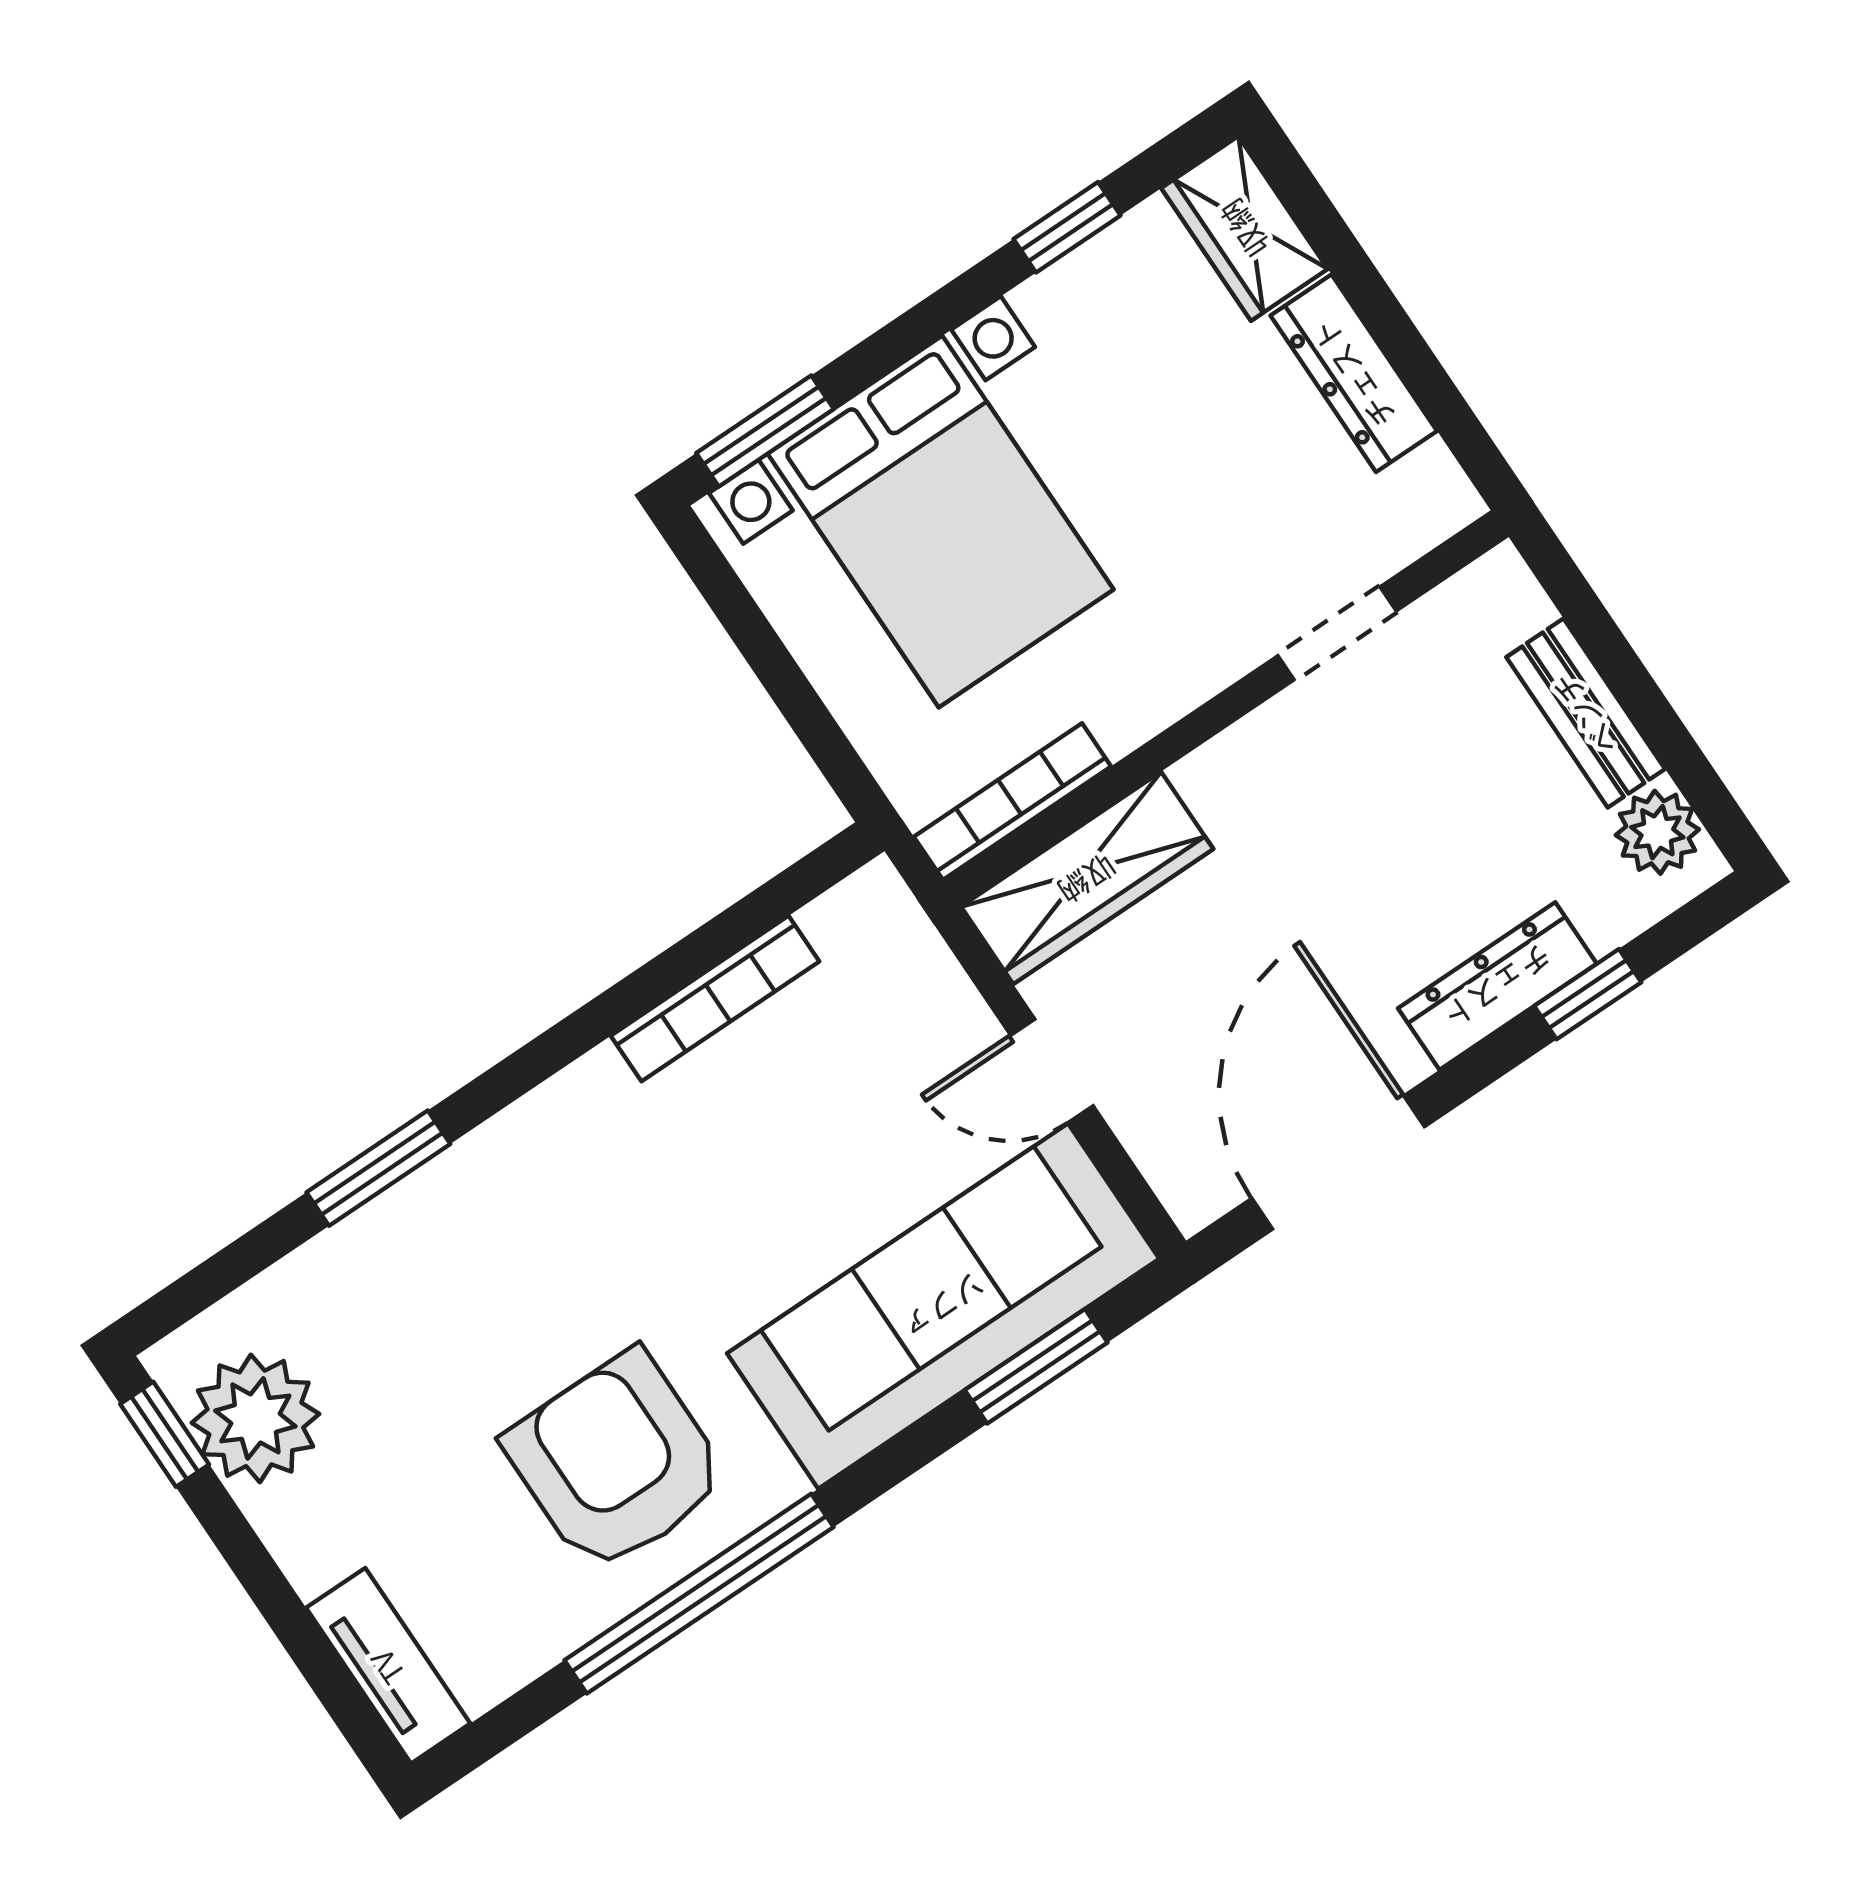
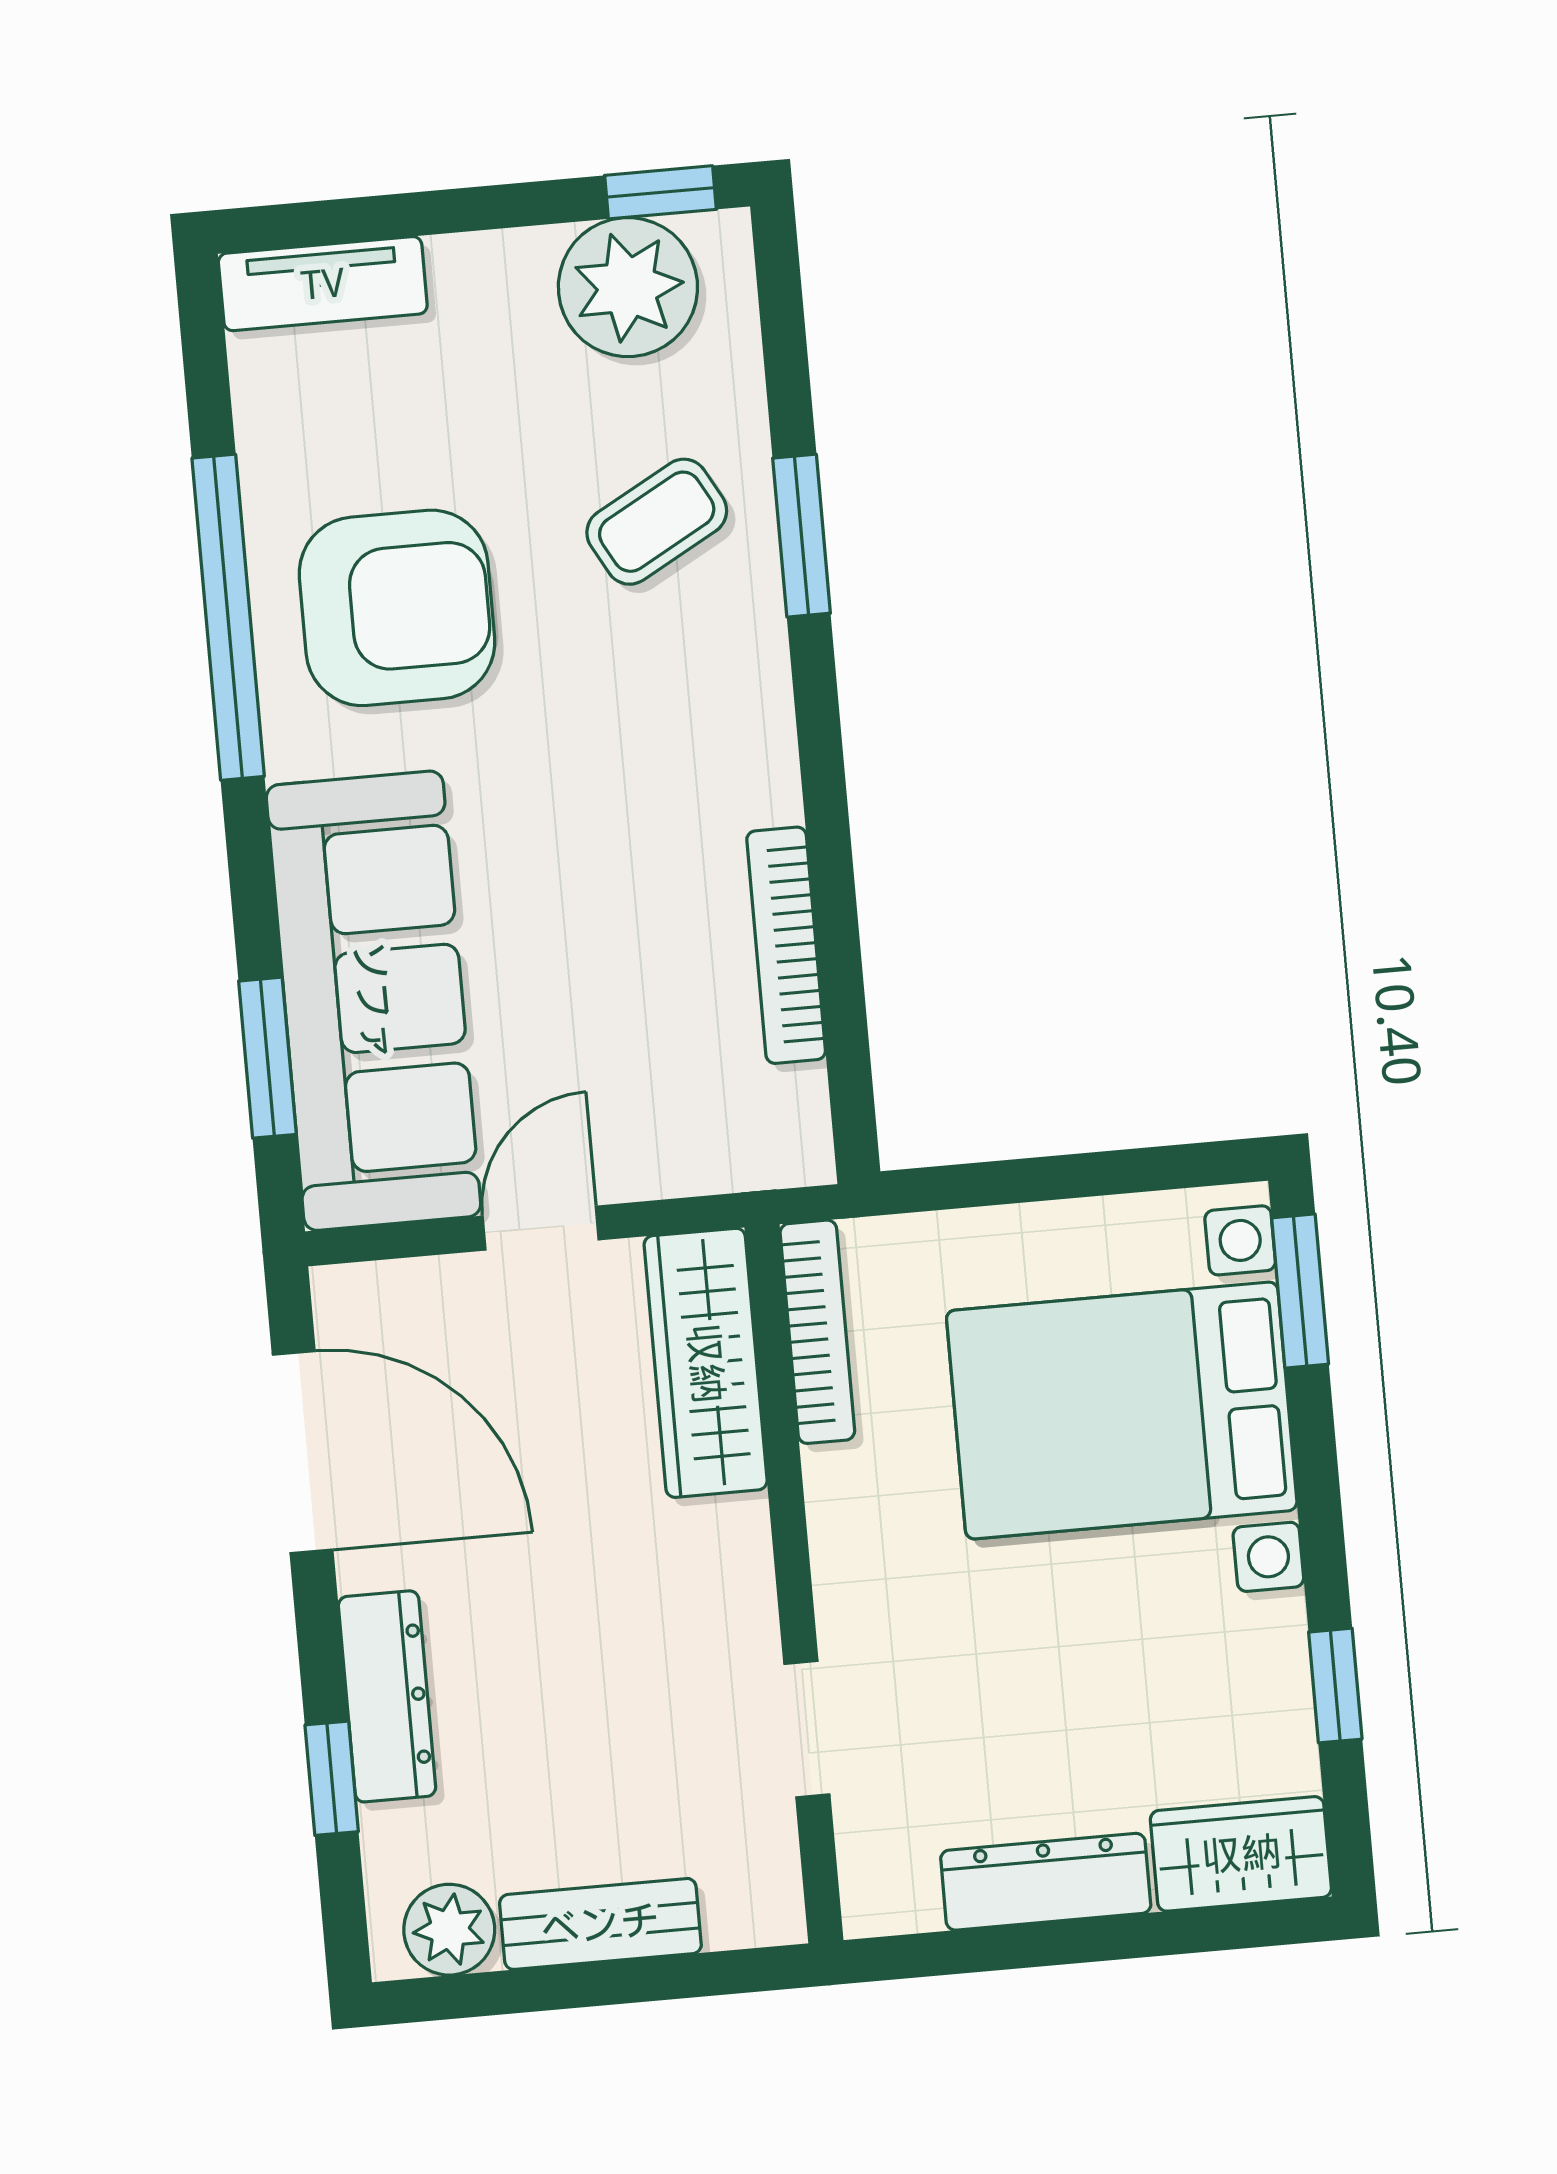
coffee table: (432, 1291) -> (657, 522), added

